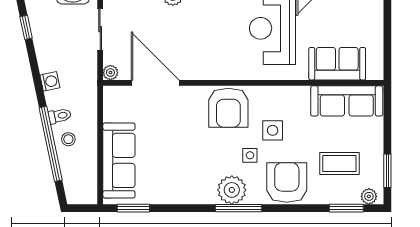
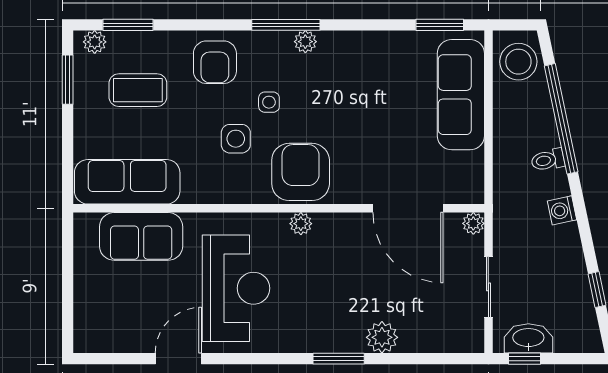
plant: (228, 72) -> (301, 224), added
stool: (68, 139) -> (518, 62), moved, width x1.89, depth x1.89
armchair: (287, 183) -> (215, 62), width x0.73, depth x0.73
plant: (232, 190) -> (305, 42), width x0.53, depth x0.53

